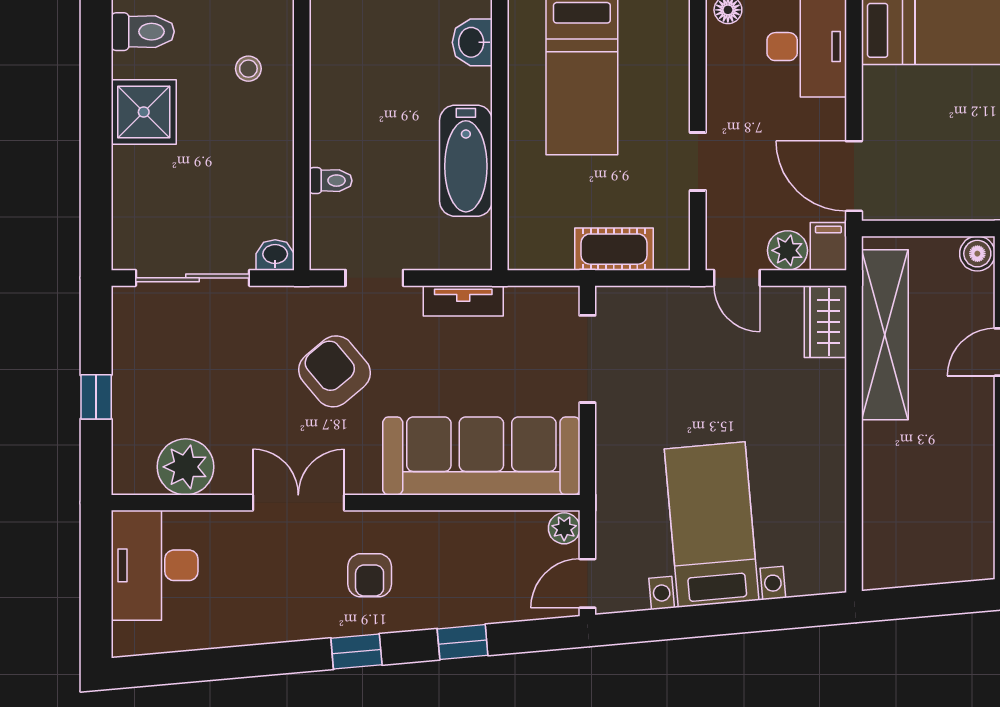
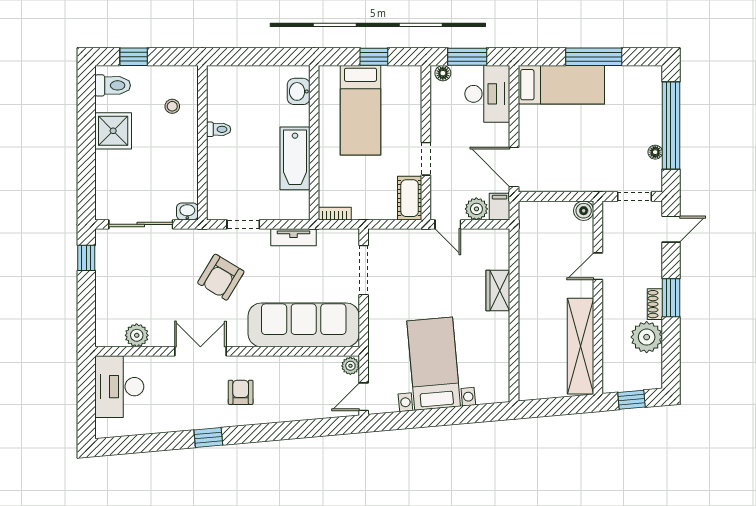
toilet: (331, 181) -> (219, 129), moved
cot: (614, 249) -> (410, 198), moved, turned 90
bookcase: (536, 259) -> (335, 214), added
wardrobe: (825, 322) -> (498, 290), moved
shelving: (885, 335) -> (580, 346), moved
armchair: (335, 371) -> (221, 277), turned -109
window: (96, 397) -> (86, 258), moved
plant: (186, 467) -> (137, 335), width x0.73, depth x0.73
armchair: (370, 575) -> (241, 392), turned 180
window: (463, 642) -> (293, 430), removed
window: (356, 651) -> (208, 438), moved

